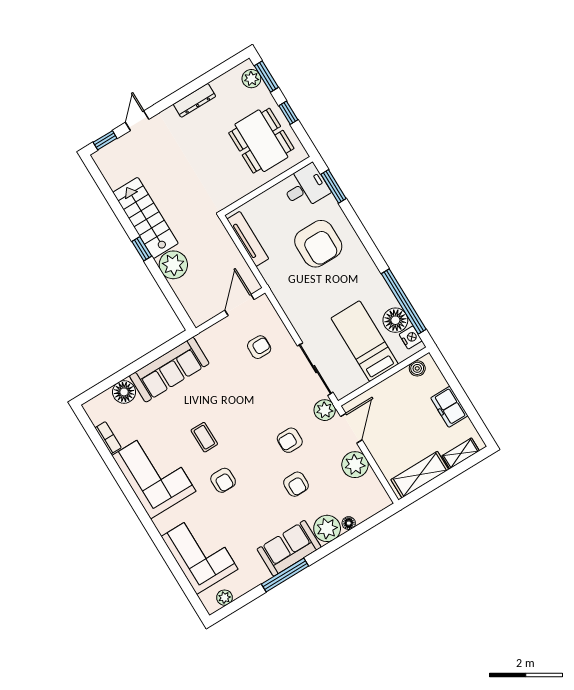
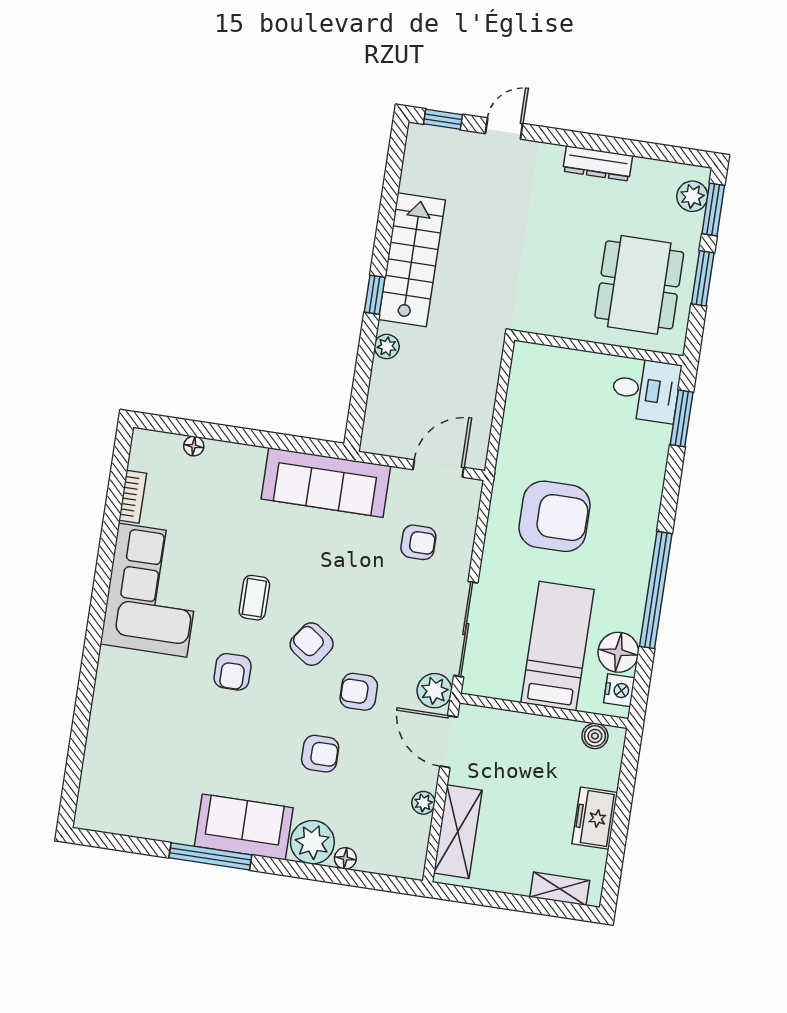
window: (288, 113) -> (703, 278), width x1.50
tv unit: (248, 239) -> (518, 394), removed
armchair: (318, 244) -> (554, 516), moved, turned -90
plant: (173, 265) -> (387, 347), width x0.53, depth x0.53
window: (404, 302) -> (656, 590), moved
sofa: (169, 370) -> (326, 482), moved
floor lamp: (124, 392) -> (194, 446), width x0.53, depth x0.53
door: (351, 428) -> (449, 742), swing flipped
armchair: (249, 436) -> (312, 644), added
plant: (355, 465) -> (423, 803), width x0.53, depth x0.53
shelving: (420, 475) -> (458, 832), moved, turned 90
armchair: (296, 484) -> (320, 754), turned -90
corner sofa: (200, 553) -> (126, 738), removed
plant: (224, 598) -> (110, 821), removed

